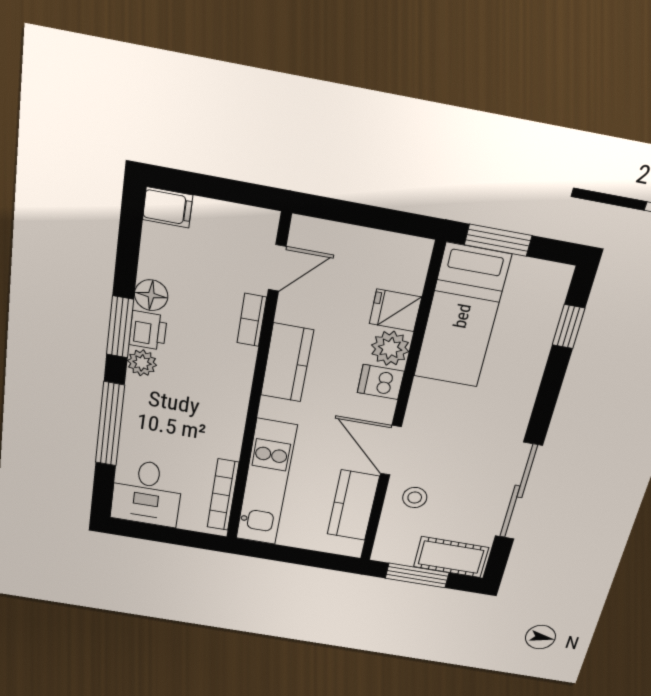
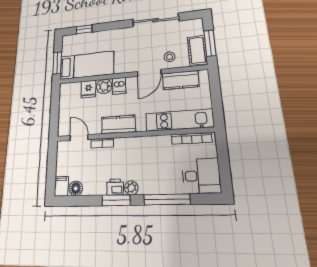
floor lamp: (151, 295) -> (76, 188), moved
cot: (451, 557) -> (197, 50), moved

